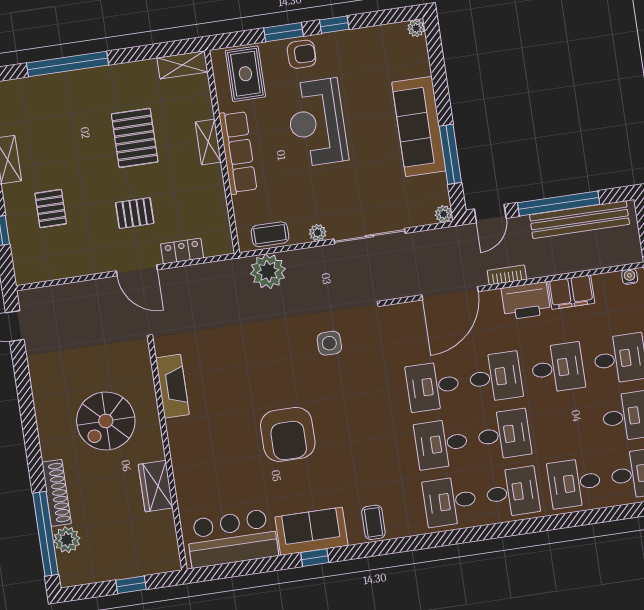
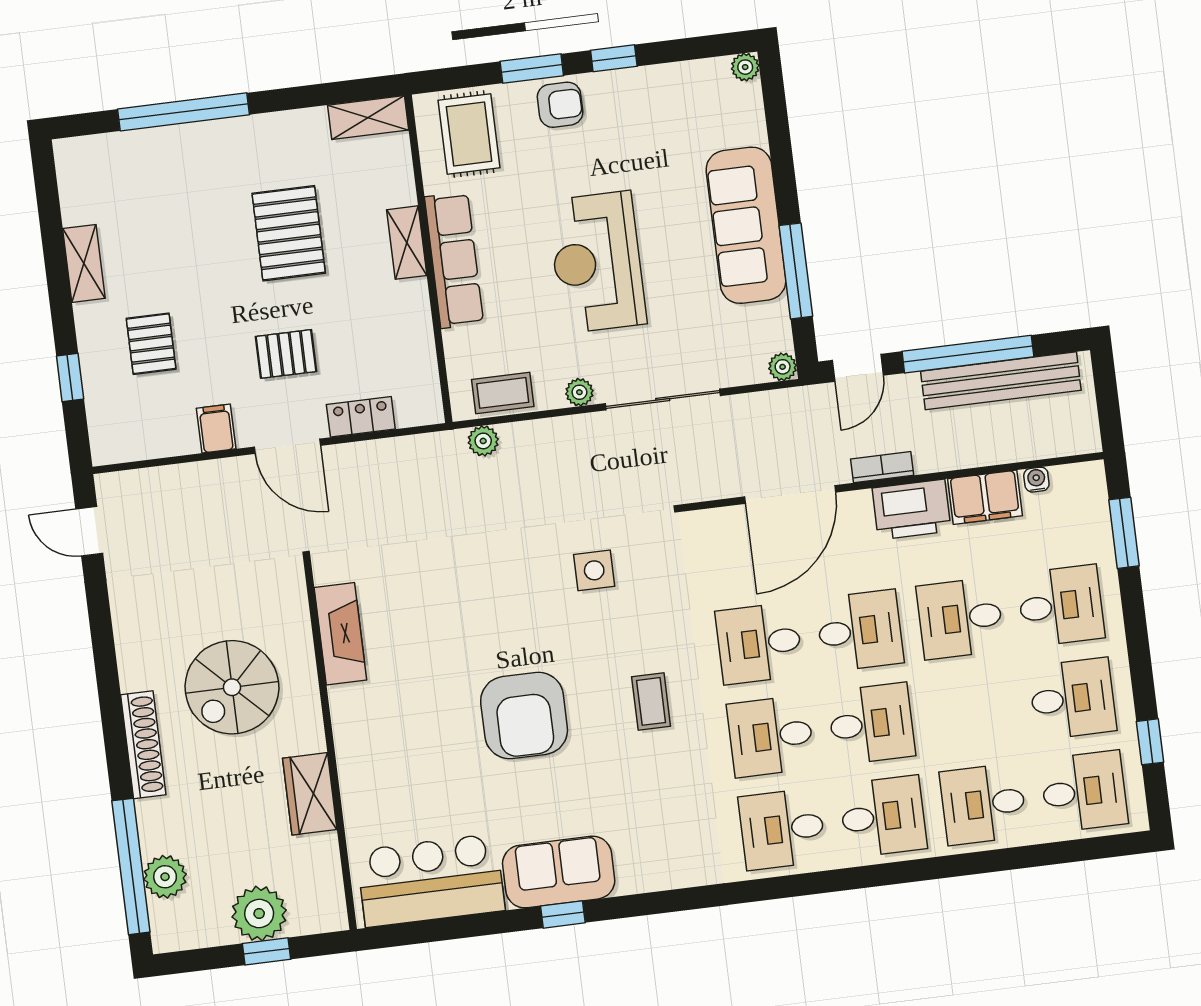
reception desk: (317, 122) -> (597, 262), moved
filing cabinet: (92, 260) -> (216, 429), added
plant: (268, 271) -> (483, 441), width x0.53, depth x0.53
water cooler: (630, 277) -> (1036, 480), moved
desk: (558, 368) -> (960, 618), turned 180
shoe rack: (57, 493) -> (143, 745), moved
coffee table: (373, 522) -> (651, 701), moved
plant: (126, 561) -> (259, 913), added

